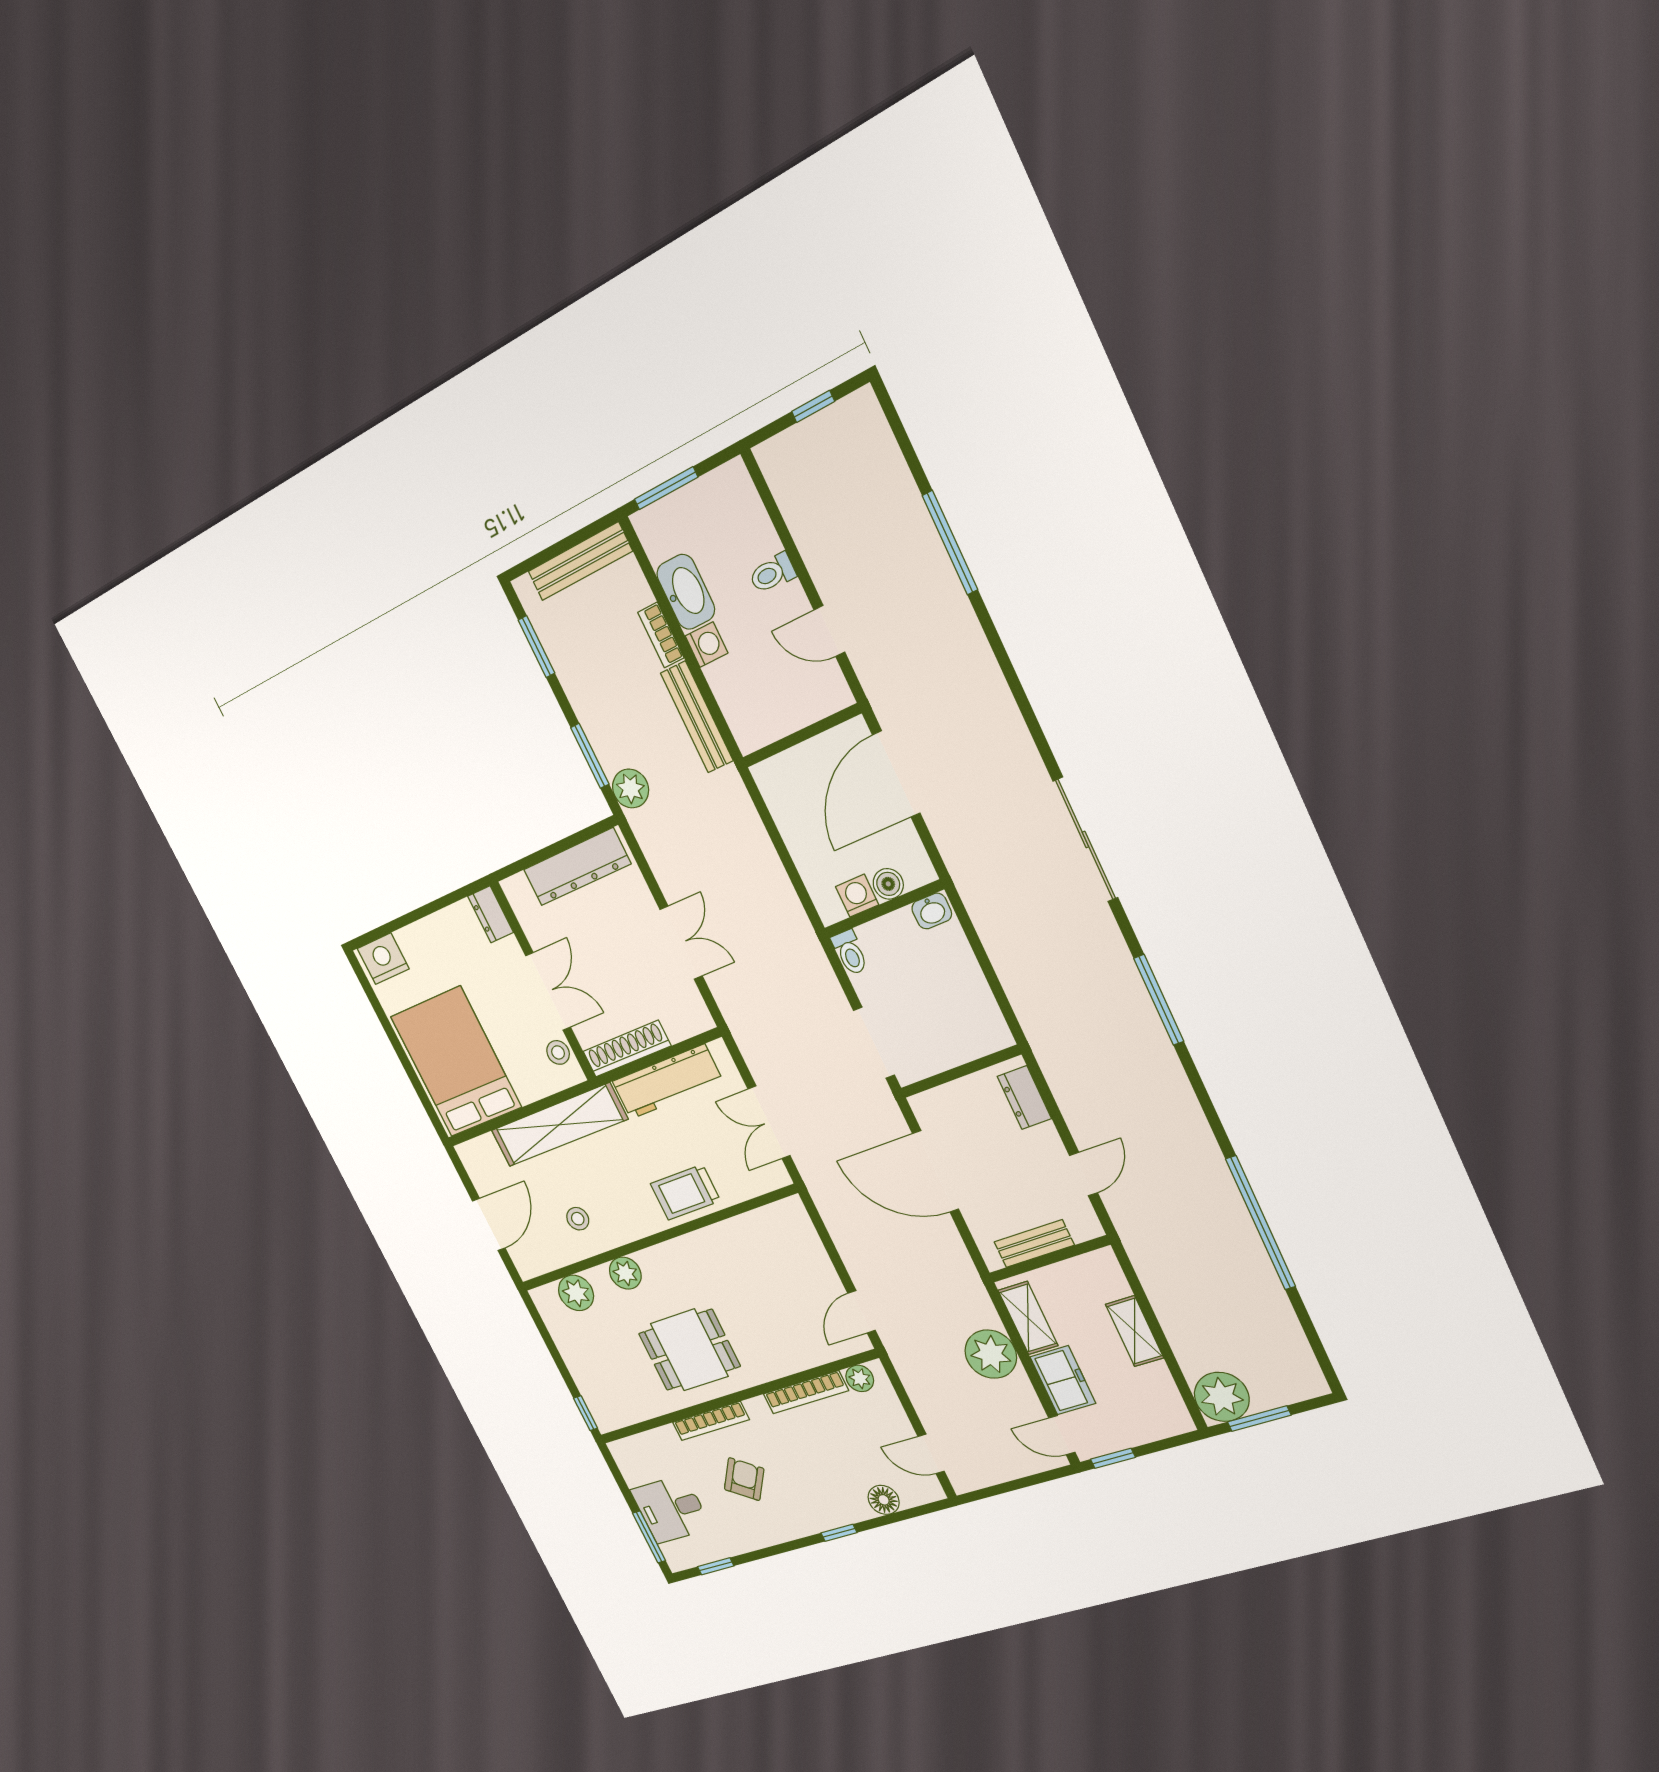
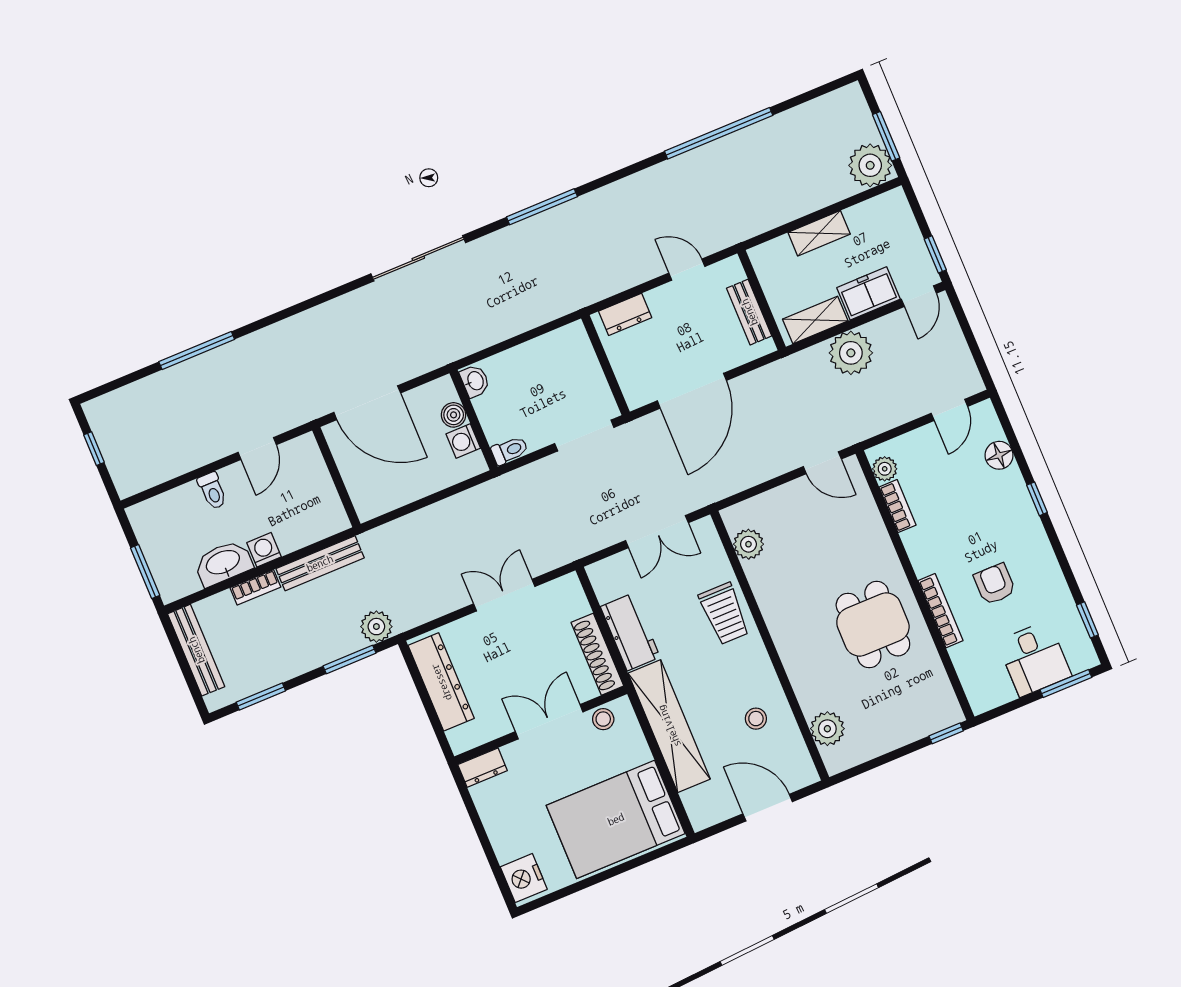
workbench: (667, 1082) -> (630, 632), width x0.73
plant: (625, 1273) -> (748, 544), moved
bookcase: (806, 1392) -> (898, 506), width x0.64
armchair: (744, 1479) -> (995, 584), turned 55

